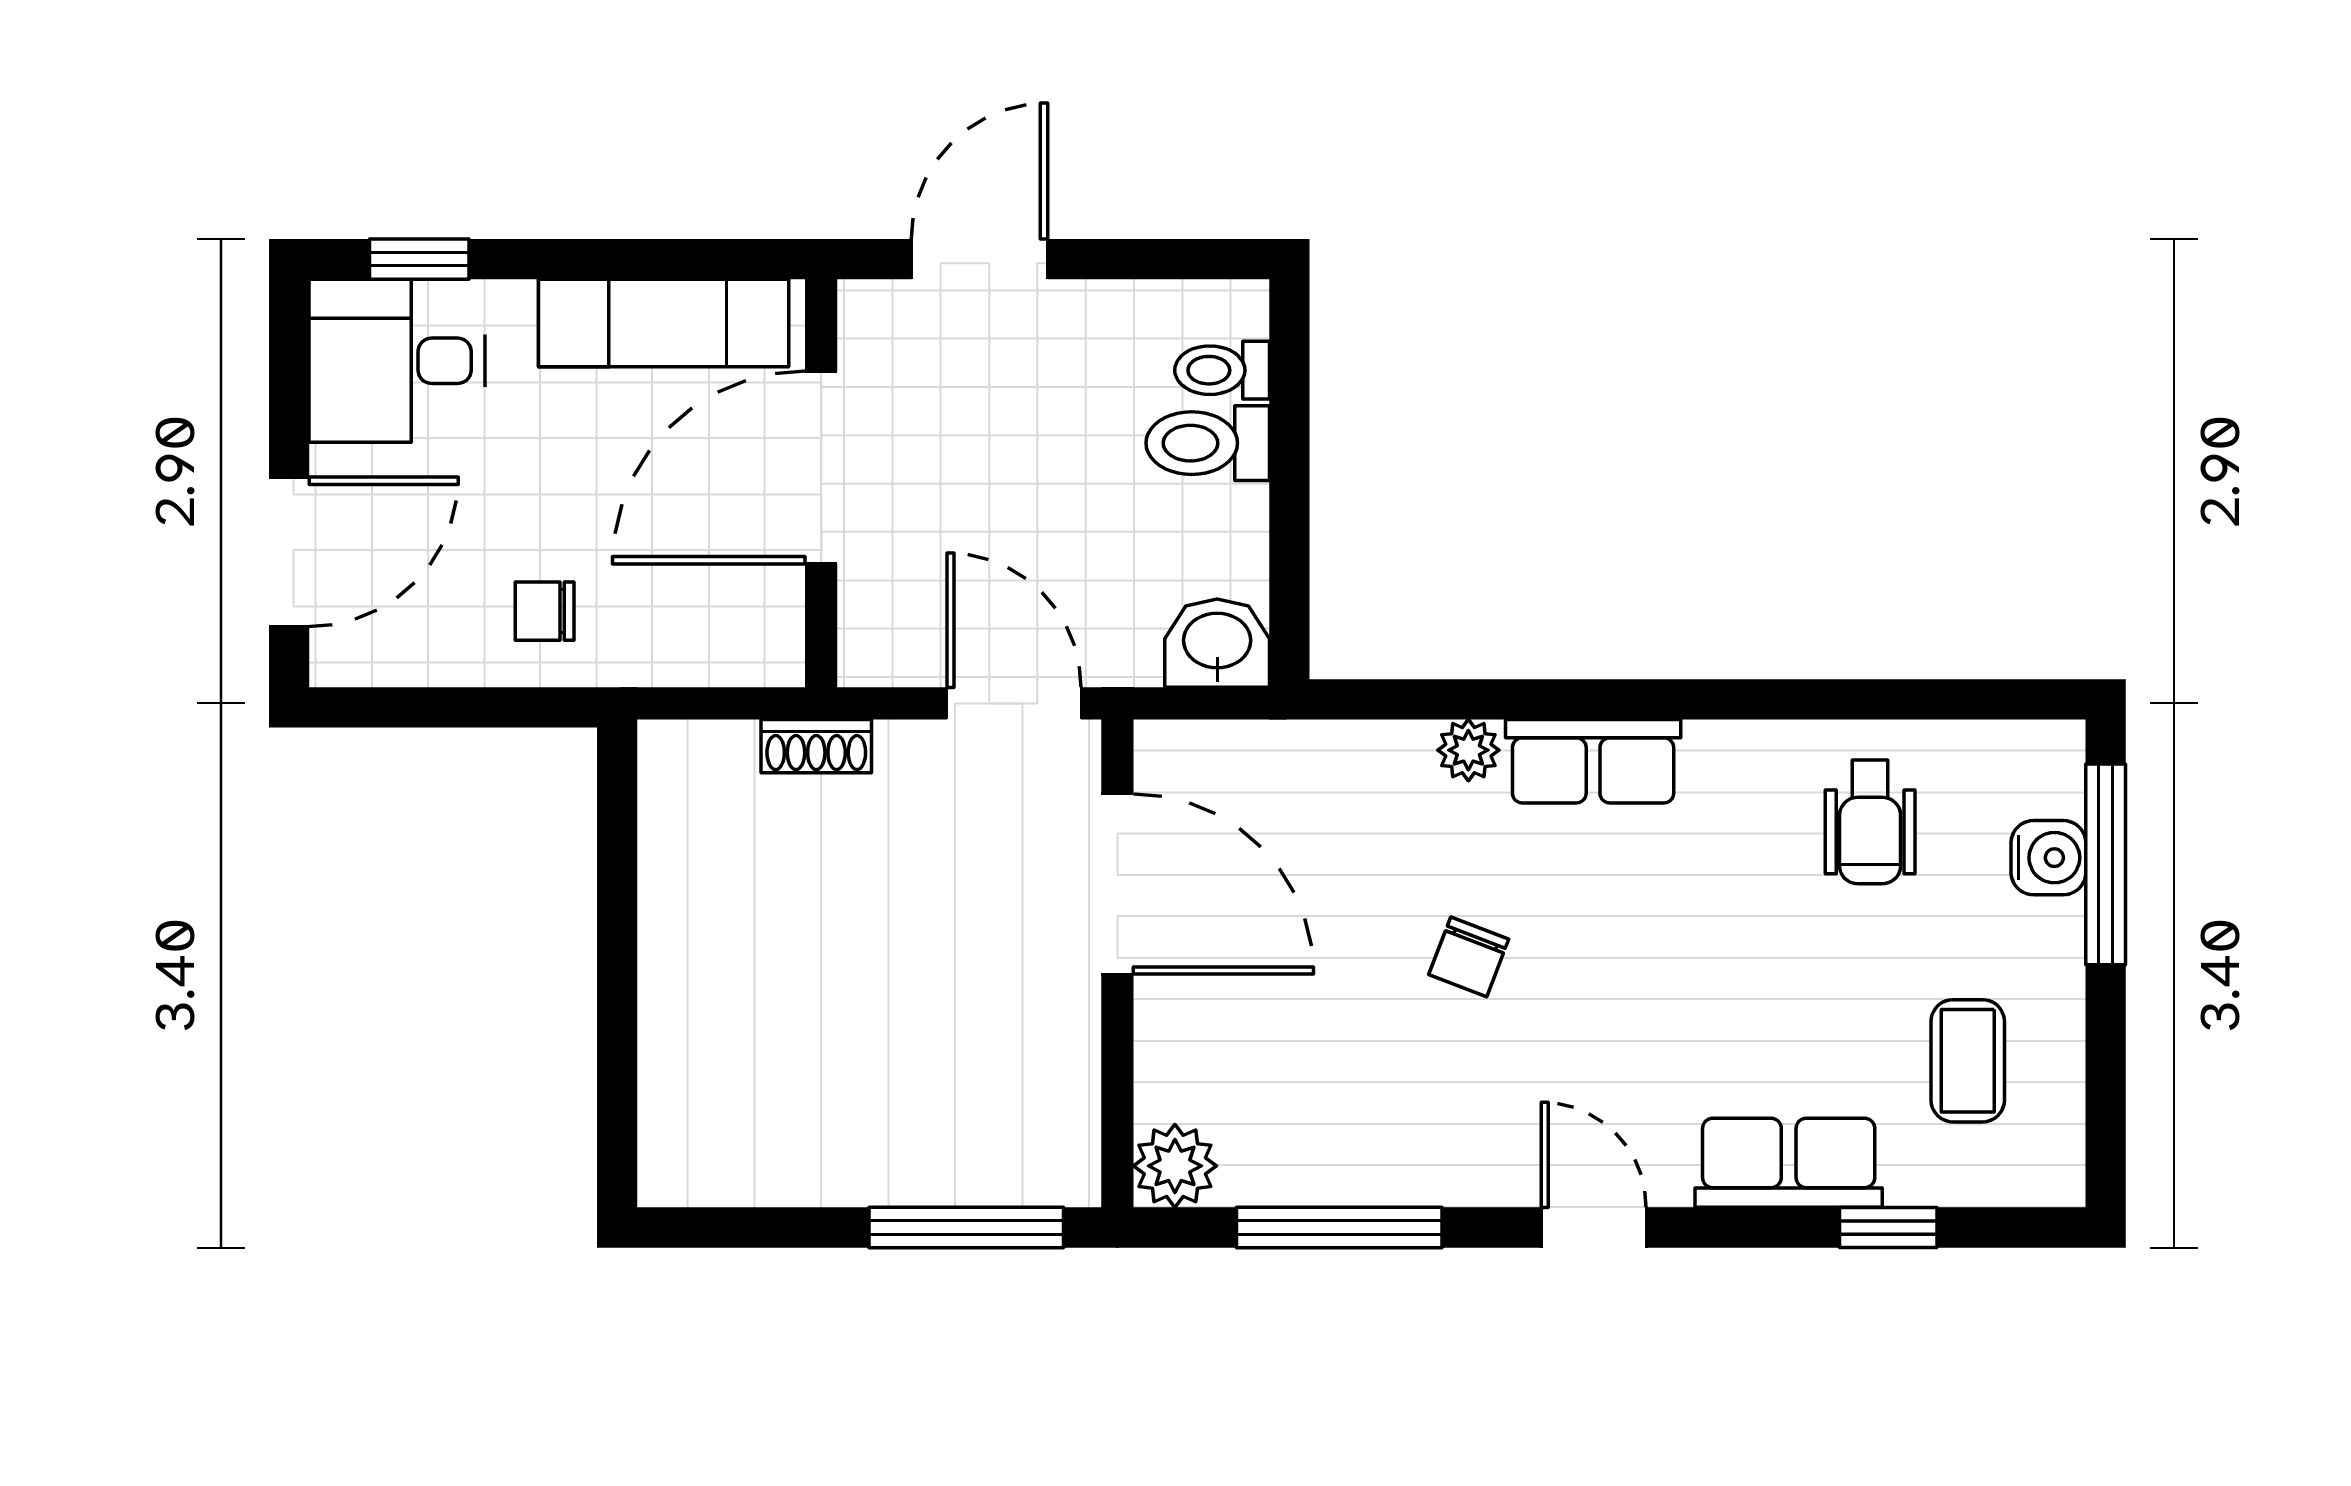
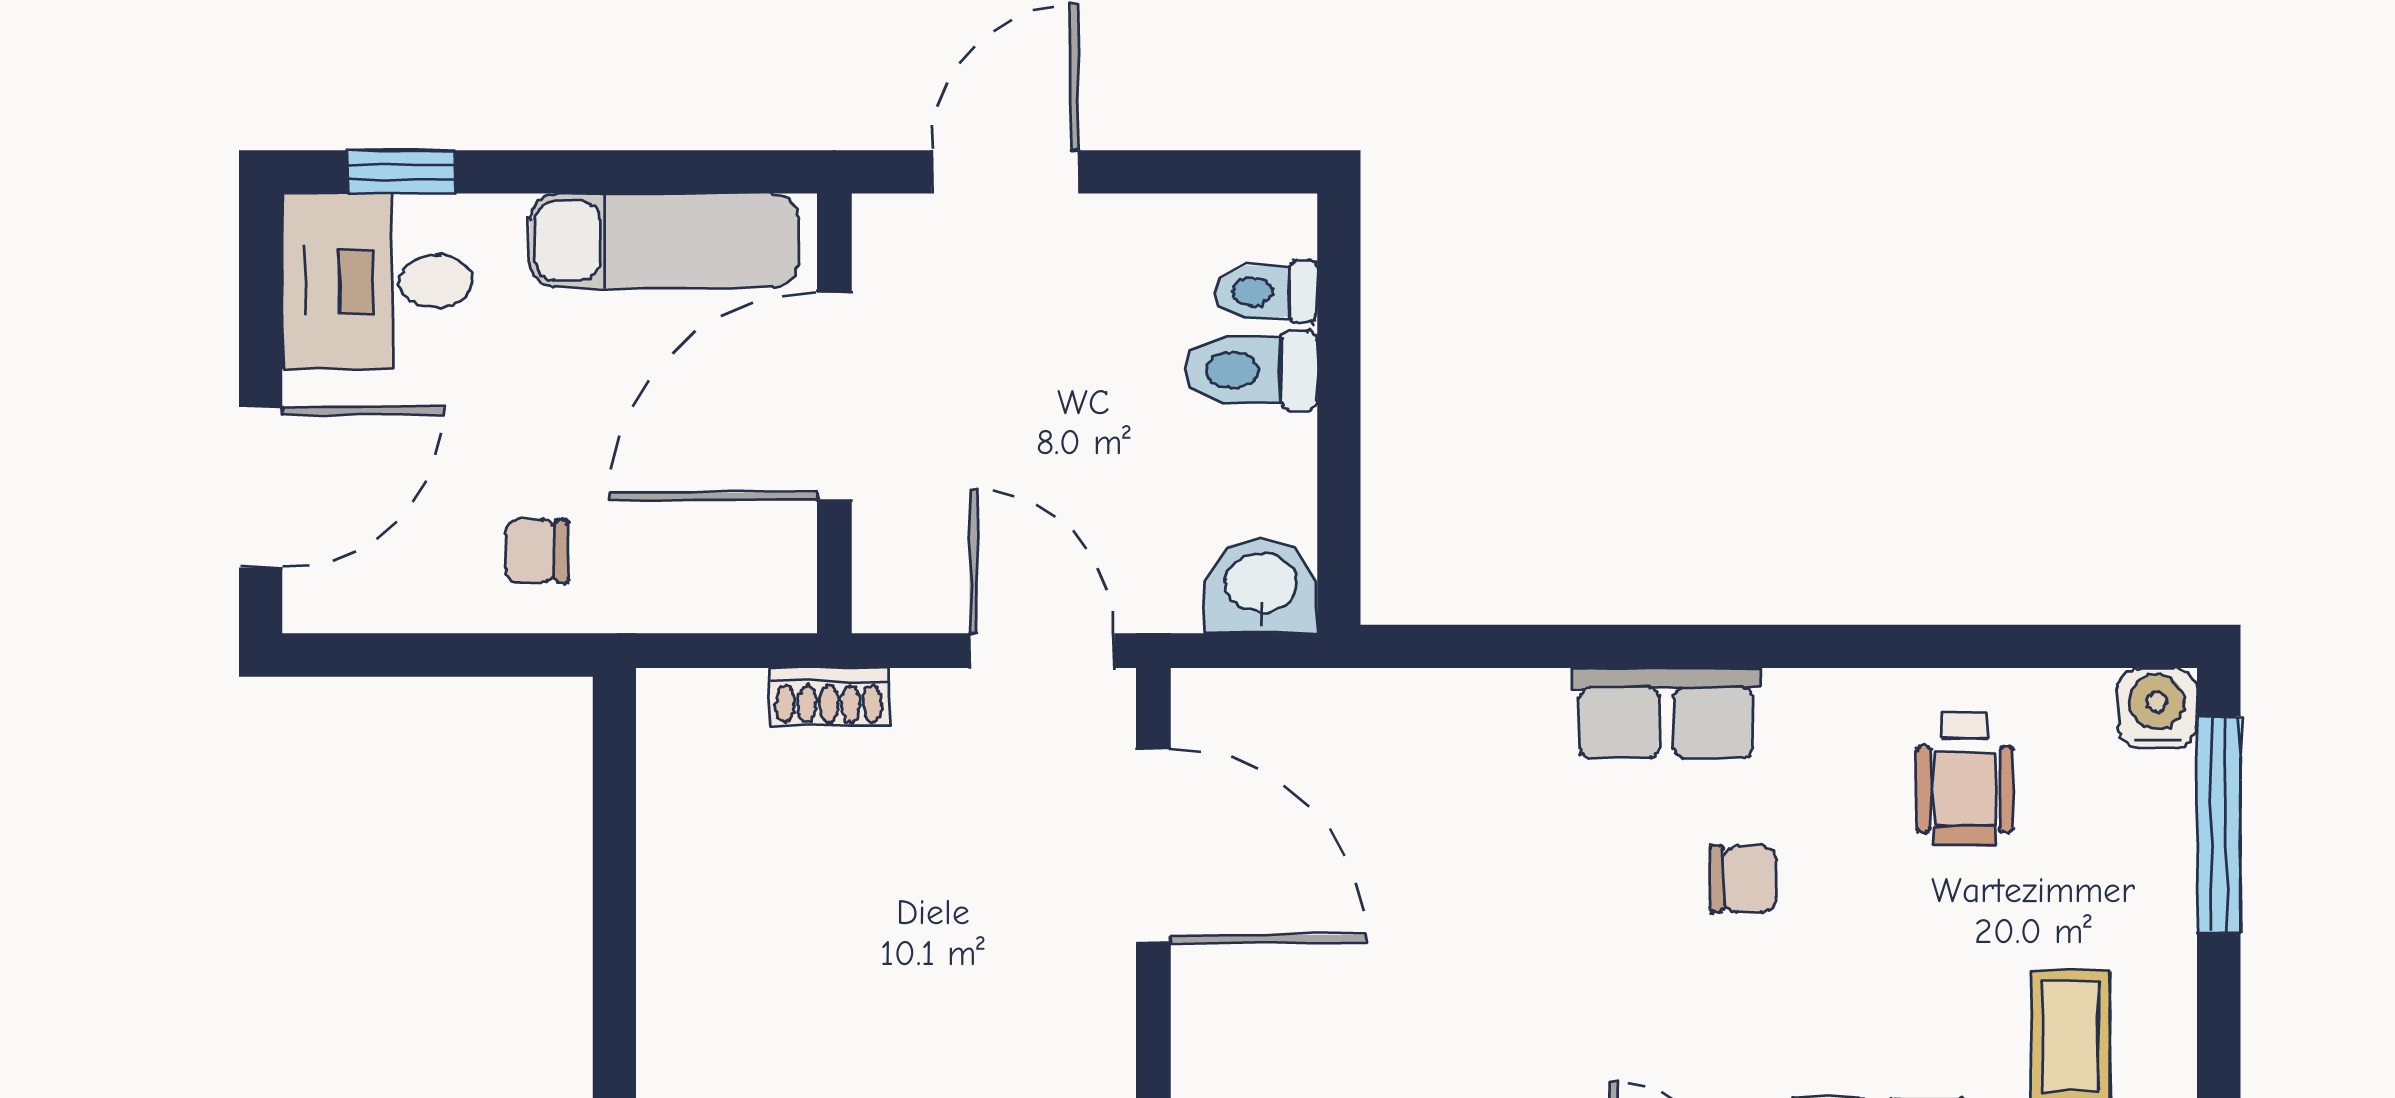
plant: (1468, 750) -> (1532, 701), removed
water cooler: (2048, 858) -> (2157, 708), moved, turned -90
chair: (1469, 957) -> (1743, 879), moved, turned -111

